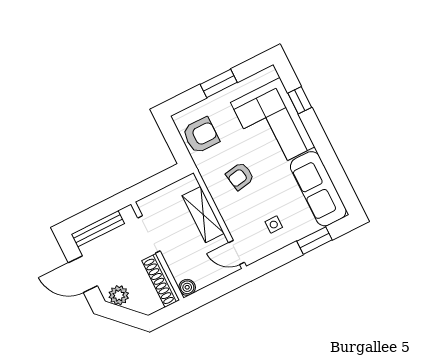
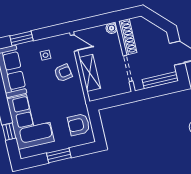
armchair: (240, 176) -> (63, 73), moved
plant: (119, 295) -> (157, 34), removed

